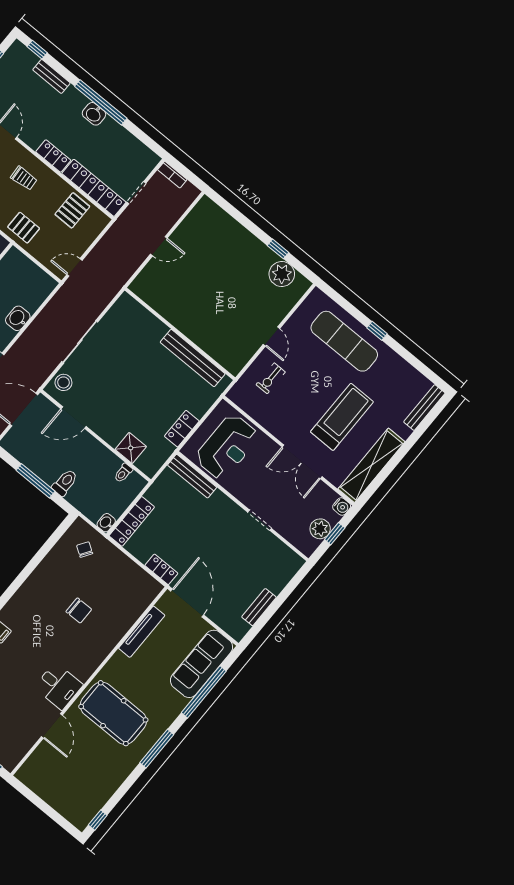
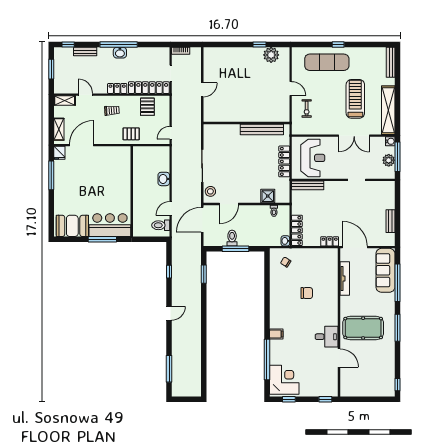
locker: (182, 429) -> (284, 161), width x1.53
toilet: (65, 483) -> (232, 238), moved
window: (335, 534) -> (397, 157), width x2.17

